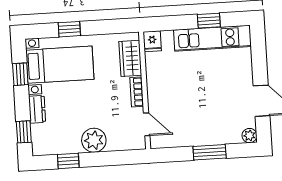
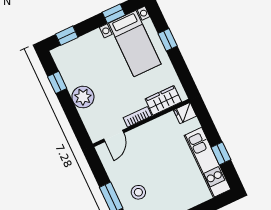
dresser: (37, 109) -> (90, 39), removed
stool: (215, 122) -> (138, 192), added

